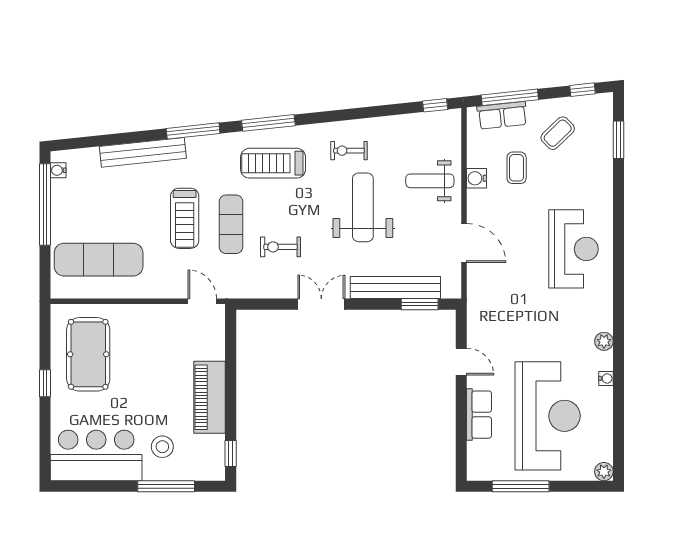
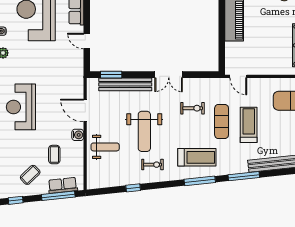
window: (435, 105) -> (133, 188), moved
water cooler: (477, 178) -> (78, 135), moved

